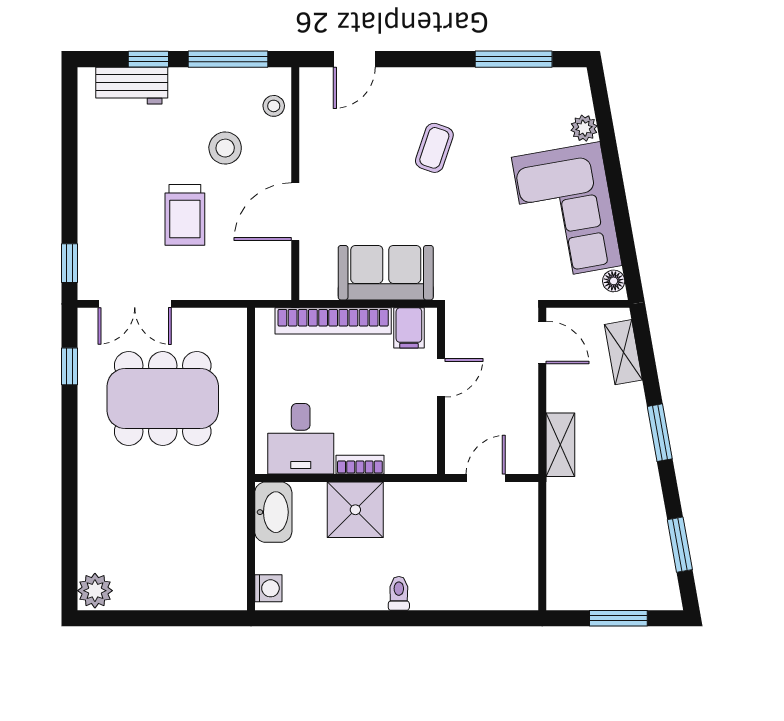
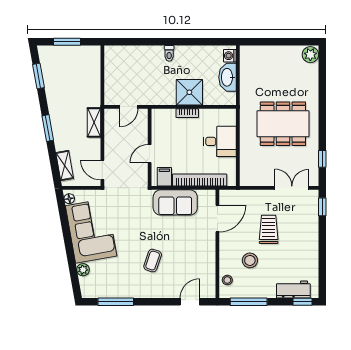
window: (148, 59) -> (303, 302), moved
door: (295, 212) -> (217, 219), moved
dining table: (163, 398) -> (283, 124), moved
desk: (301, 439) -> (220, 141), moved, turned 90
washbasin: (273, 512) -> (228, 77), moved

